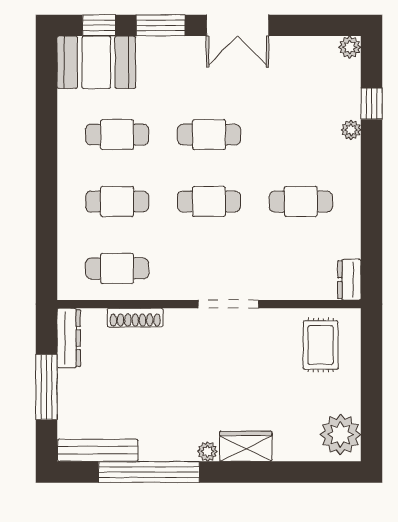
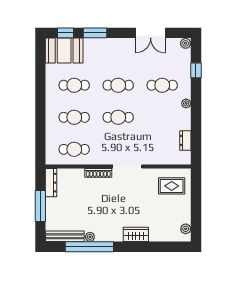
double door: (238, 25) -> (151, 33), moved
plant: (351, 130) -> (186, 103), moved
cafe table: (301, 202) -> (162, 85), moved
dresser: (349, 280) -> (185, 140), moved
shoe rack: (135, 318) -> (98, 173), moved
rug: (321, 345) -> (172, 186), turned 90
plant: (340, 435) -> (186, 229), width x0.53, depth x0.53
plant: (207, 451) -> (90, 237), moved

